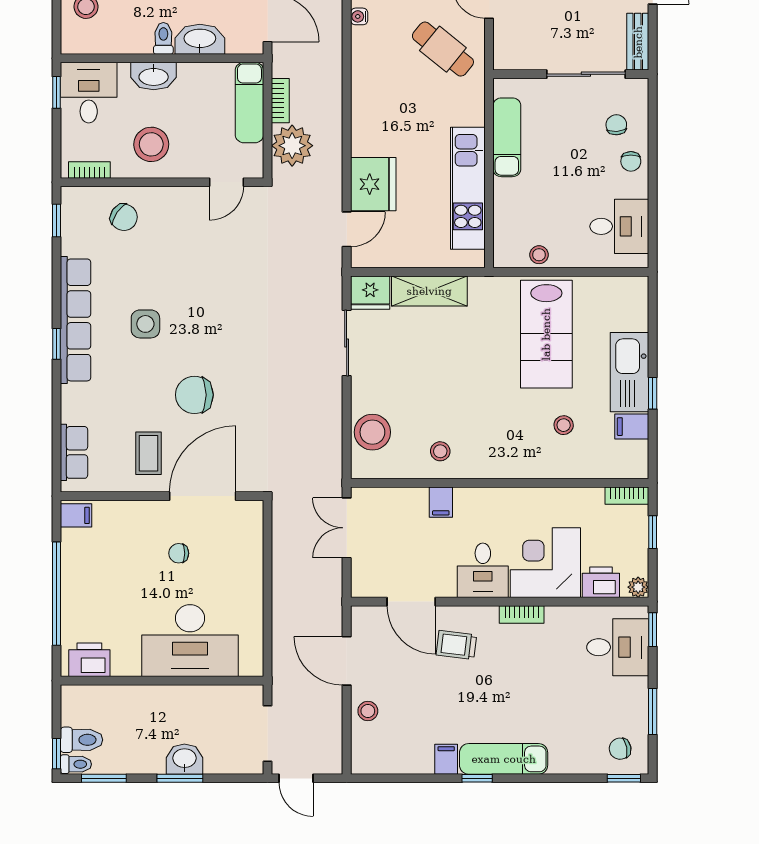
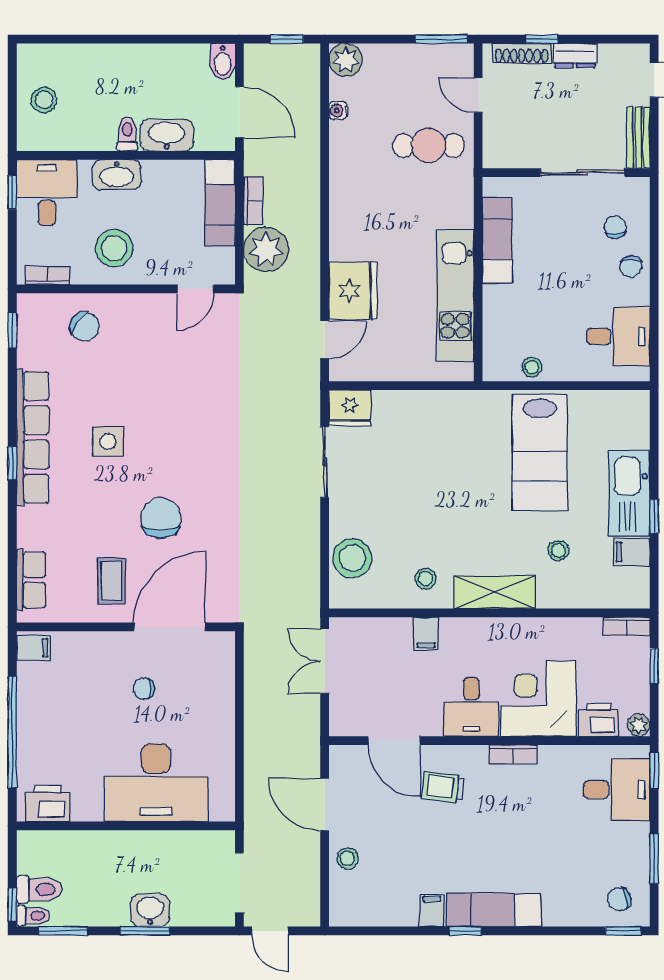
cafe table: (443, 49) -> (428, 146), turned -39
shelving: (429, 291) -> (495, 592), moved
chair: (194, 395) -> (161, 518), turned 90

